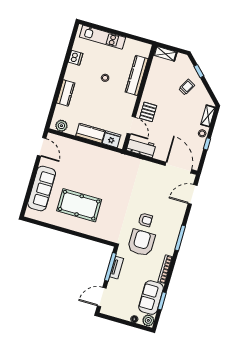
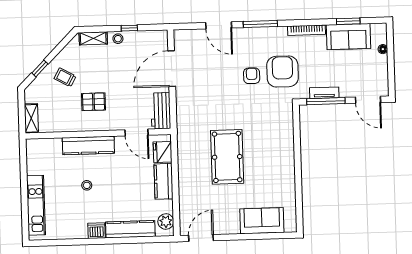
dishwasher: (75, 58) -> (97, 231), moved
kitchen counter: (137, 75) -> (88, 145), moved
kitchen counter: (66, 93) -> (130, 229), width x1.50
pallet: (148, 112) -> (94, 102), moved
door: (131, 125) -> (137, 133), swing flipped
door: (178, 168) -> (172, 69), moved
sofa: (42, 188) -> (262, 221), width x0.73
door: (193, 194) -> (219, 25), moved
pool table: (79, 205) -> (227, 157), moved
armchair: (141, 243) -> (283, 72), turned 90
plant: (148, 320) -> (379, 31), removed

